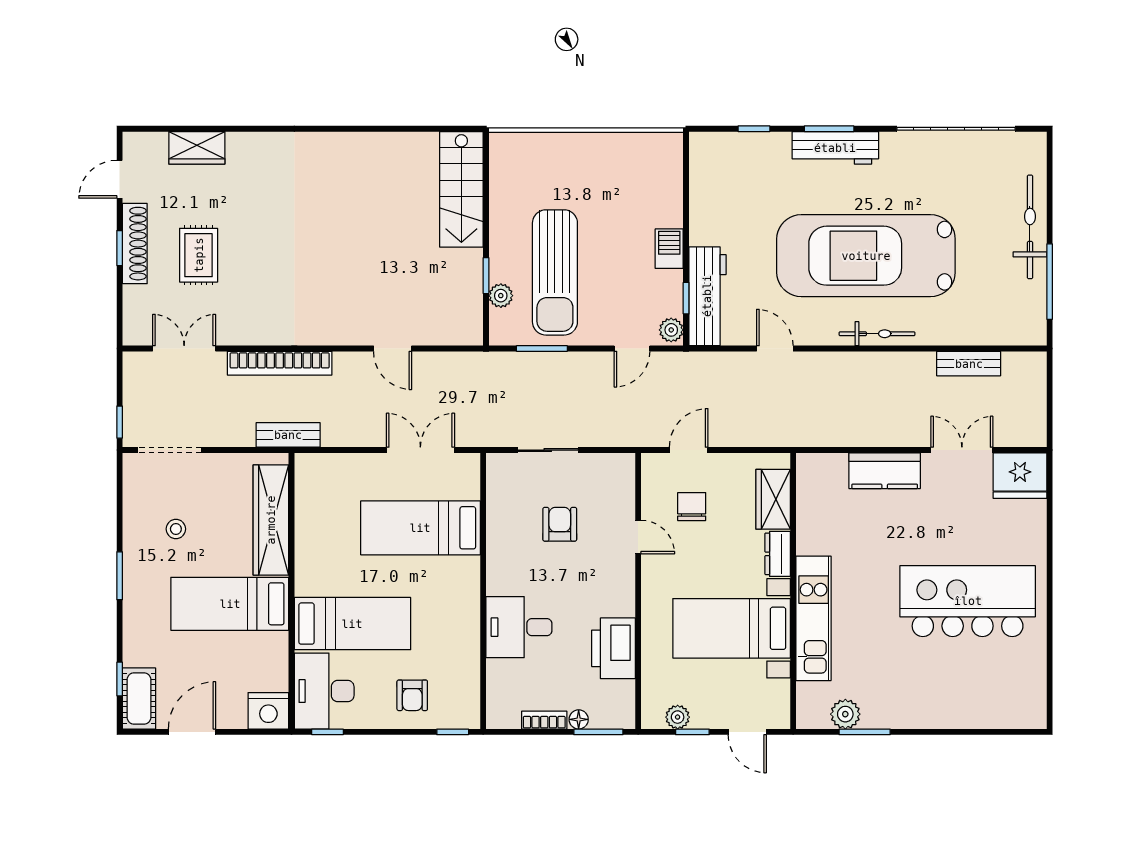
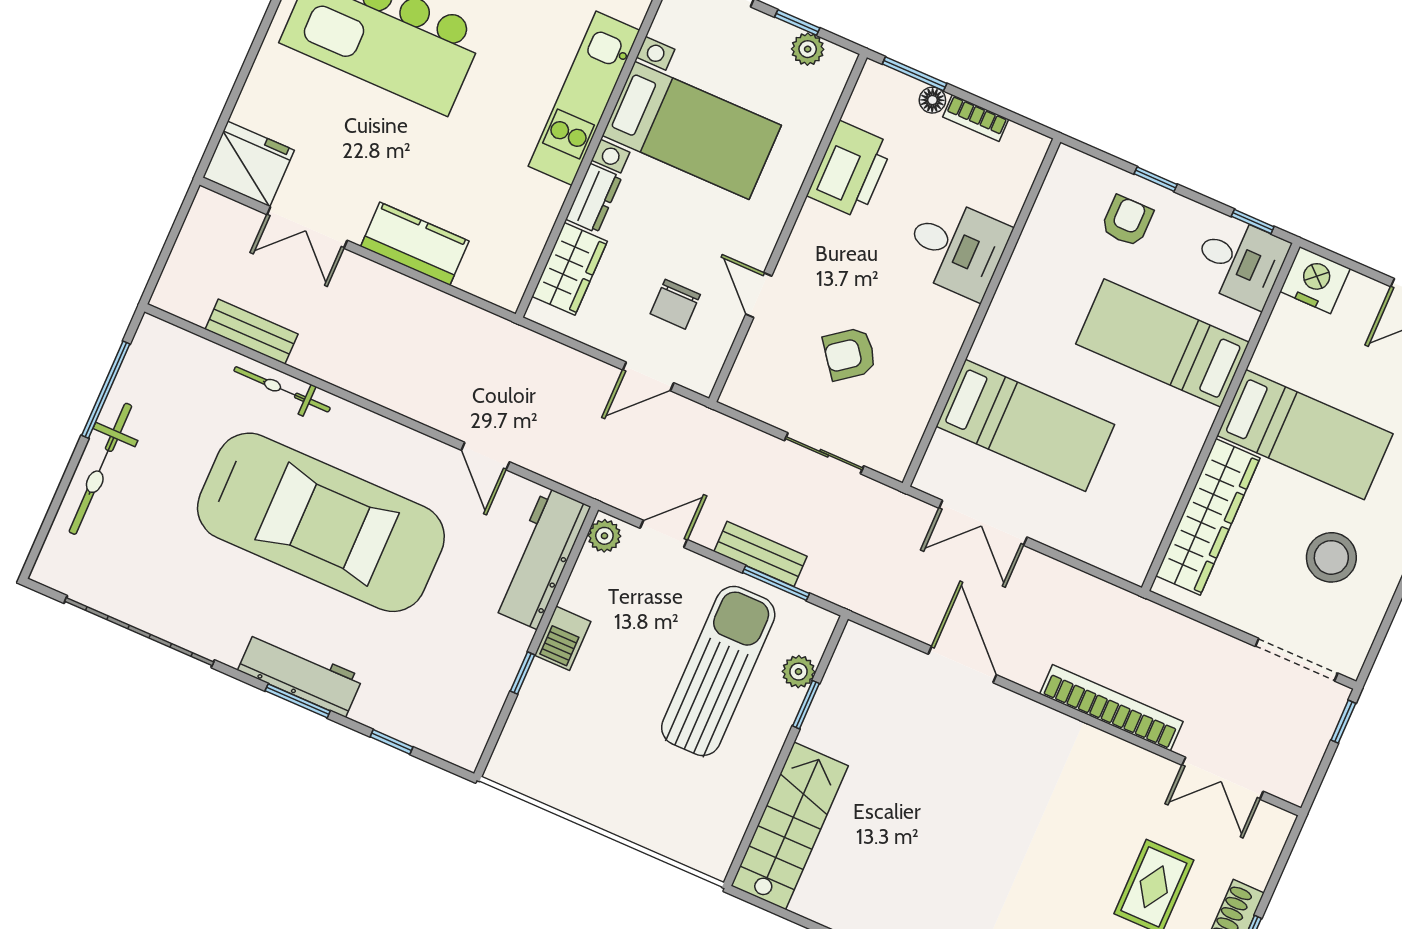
window: (686, 298) -> (522, 673), moved
bicycle: (877, 334) -> (282, 389), moved
door: (393, 349) -> (962, 664), width x1.38
bench: (288, 435) -> (760, 554), moved
armchair: (560, 524) -> (850, 354), turned 53
stool: (176, 529) -> (1331, 557), width x1.89, depth x1.89
desk: (324, 691) -> (1240, 261), width x0.73
window: (453, 732) -> (1156, 179), moved

